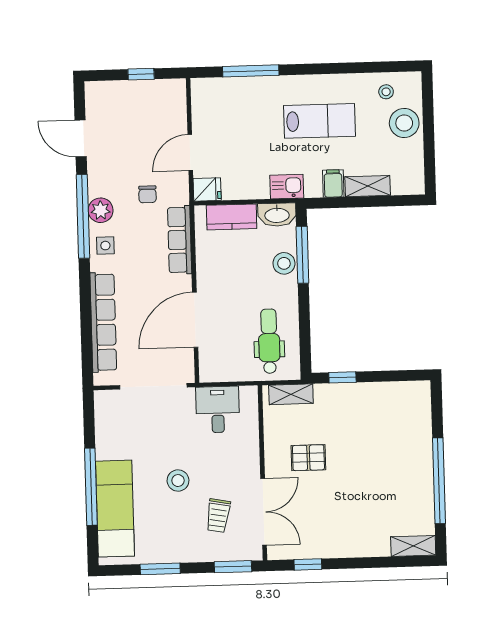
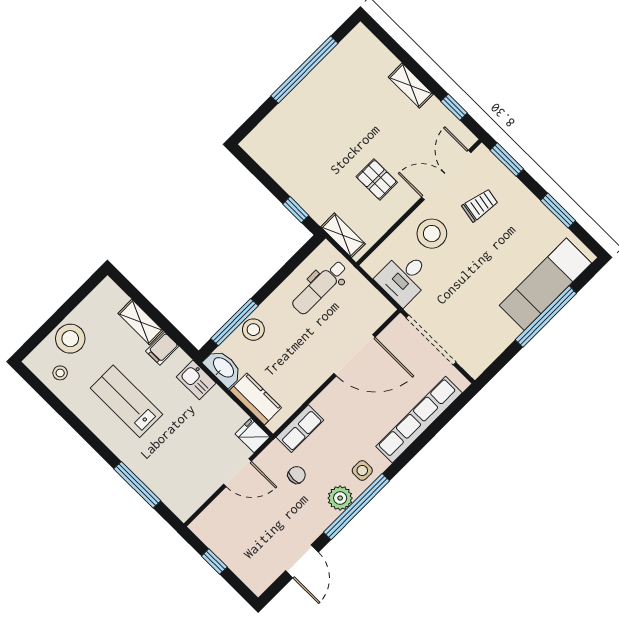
row of seats: (180, 240) -> (300, 429), width x0.68
stool: (178, 481) -> (432, 234), moved, width x1.38, depth x1.38
shelving: (413, 546) -> (411, 86), moved

